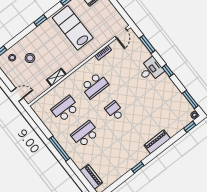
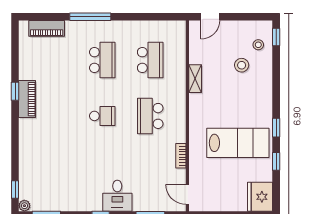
window: (40, 21) -> (276, 128), moved
piano: (157, 142) -> (27, 99), moved
window: (59, 149) -> (90, 17), moved

